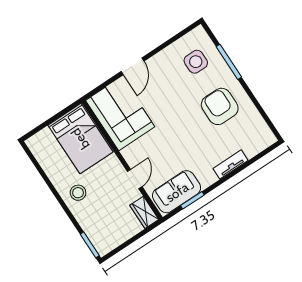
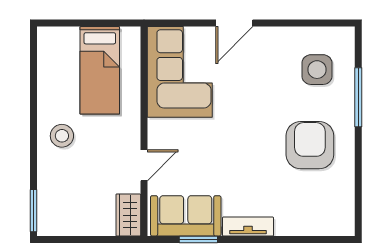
bed: (80, 139) -> (100, 70), width x0.67
tv unit: (231, 164) -> (248, 226), moved

